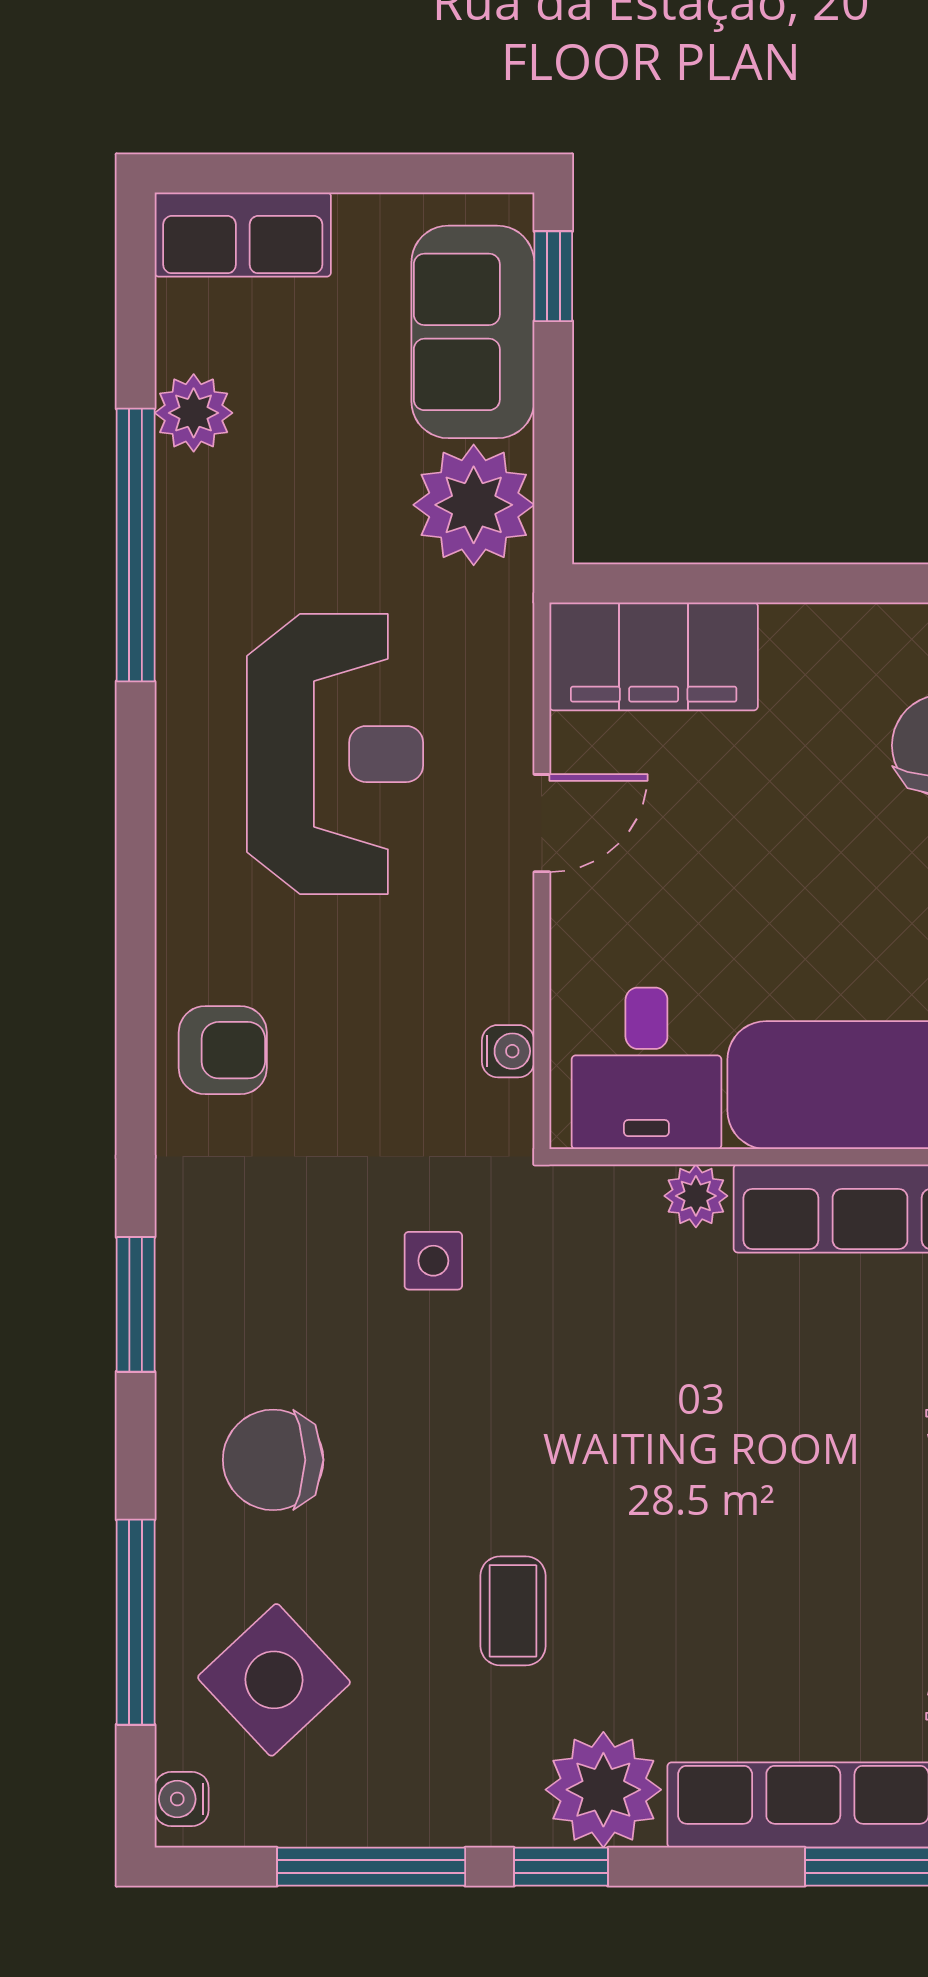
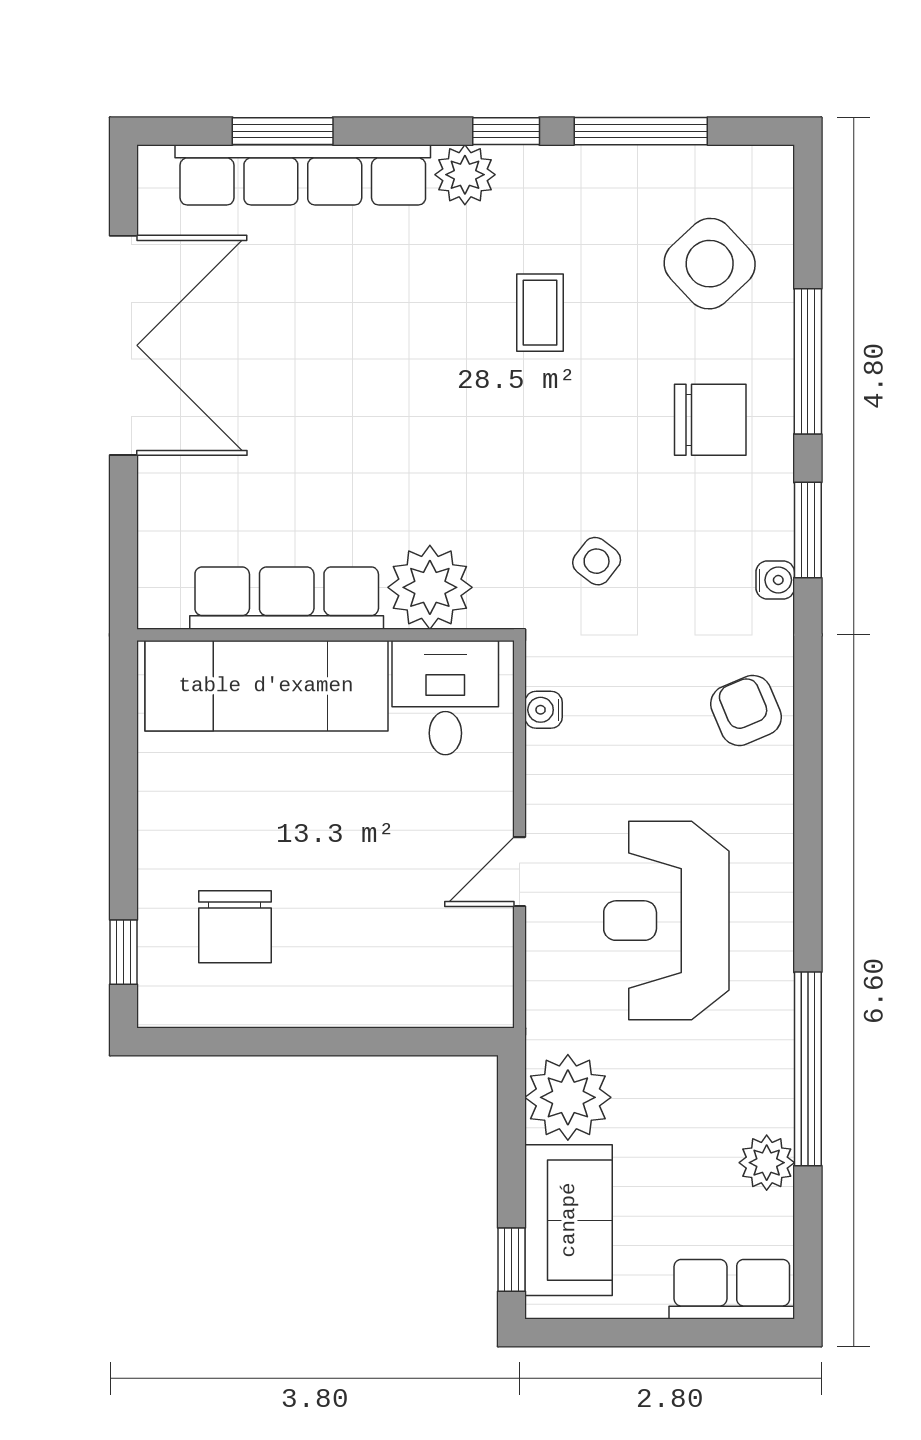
filing cabinet: (654, 656) -> (440, 990), removed
armchair: (223, 1050) -> (746, 710), turned 67
plant: (696, 1196) -> (430, 587), width x1.87, depth x1.87
side table: (433, 1261) -> (597, 561), turned 38
window: (136, 1622) -> (808, 361), moved
plant: (603, 1790) -> (465, 175), width x0.73, depth x0.73
water cooler: (182, 1799) -> (775, 580), moved

